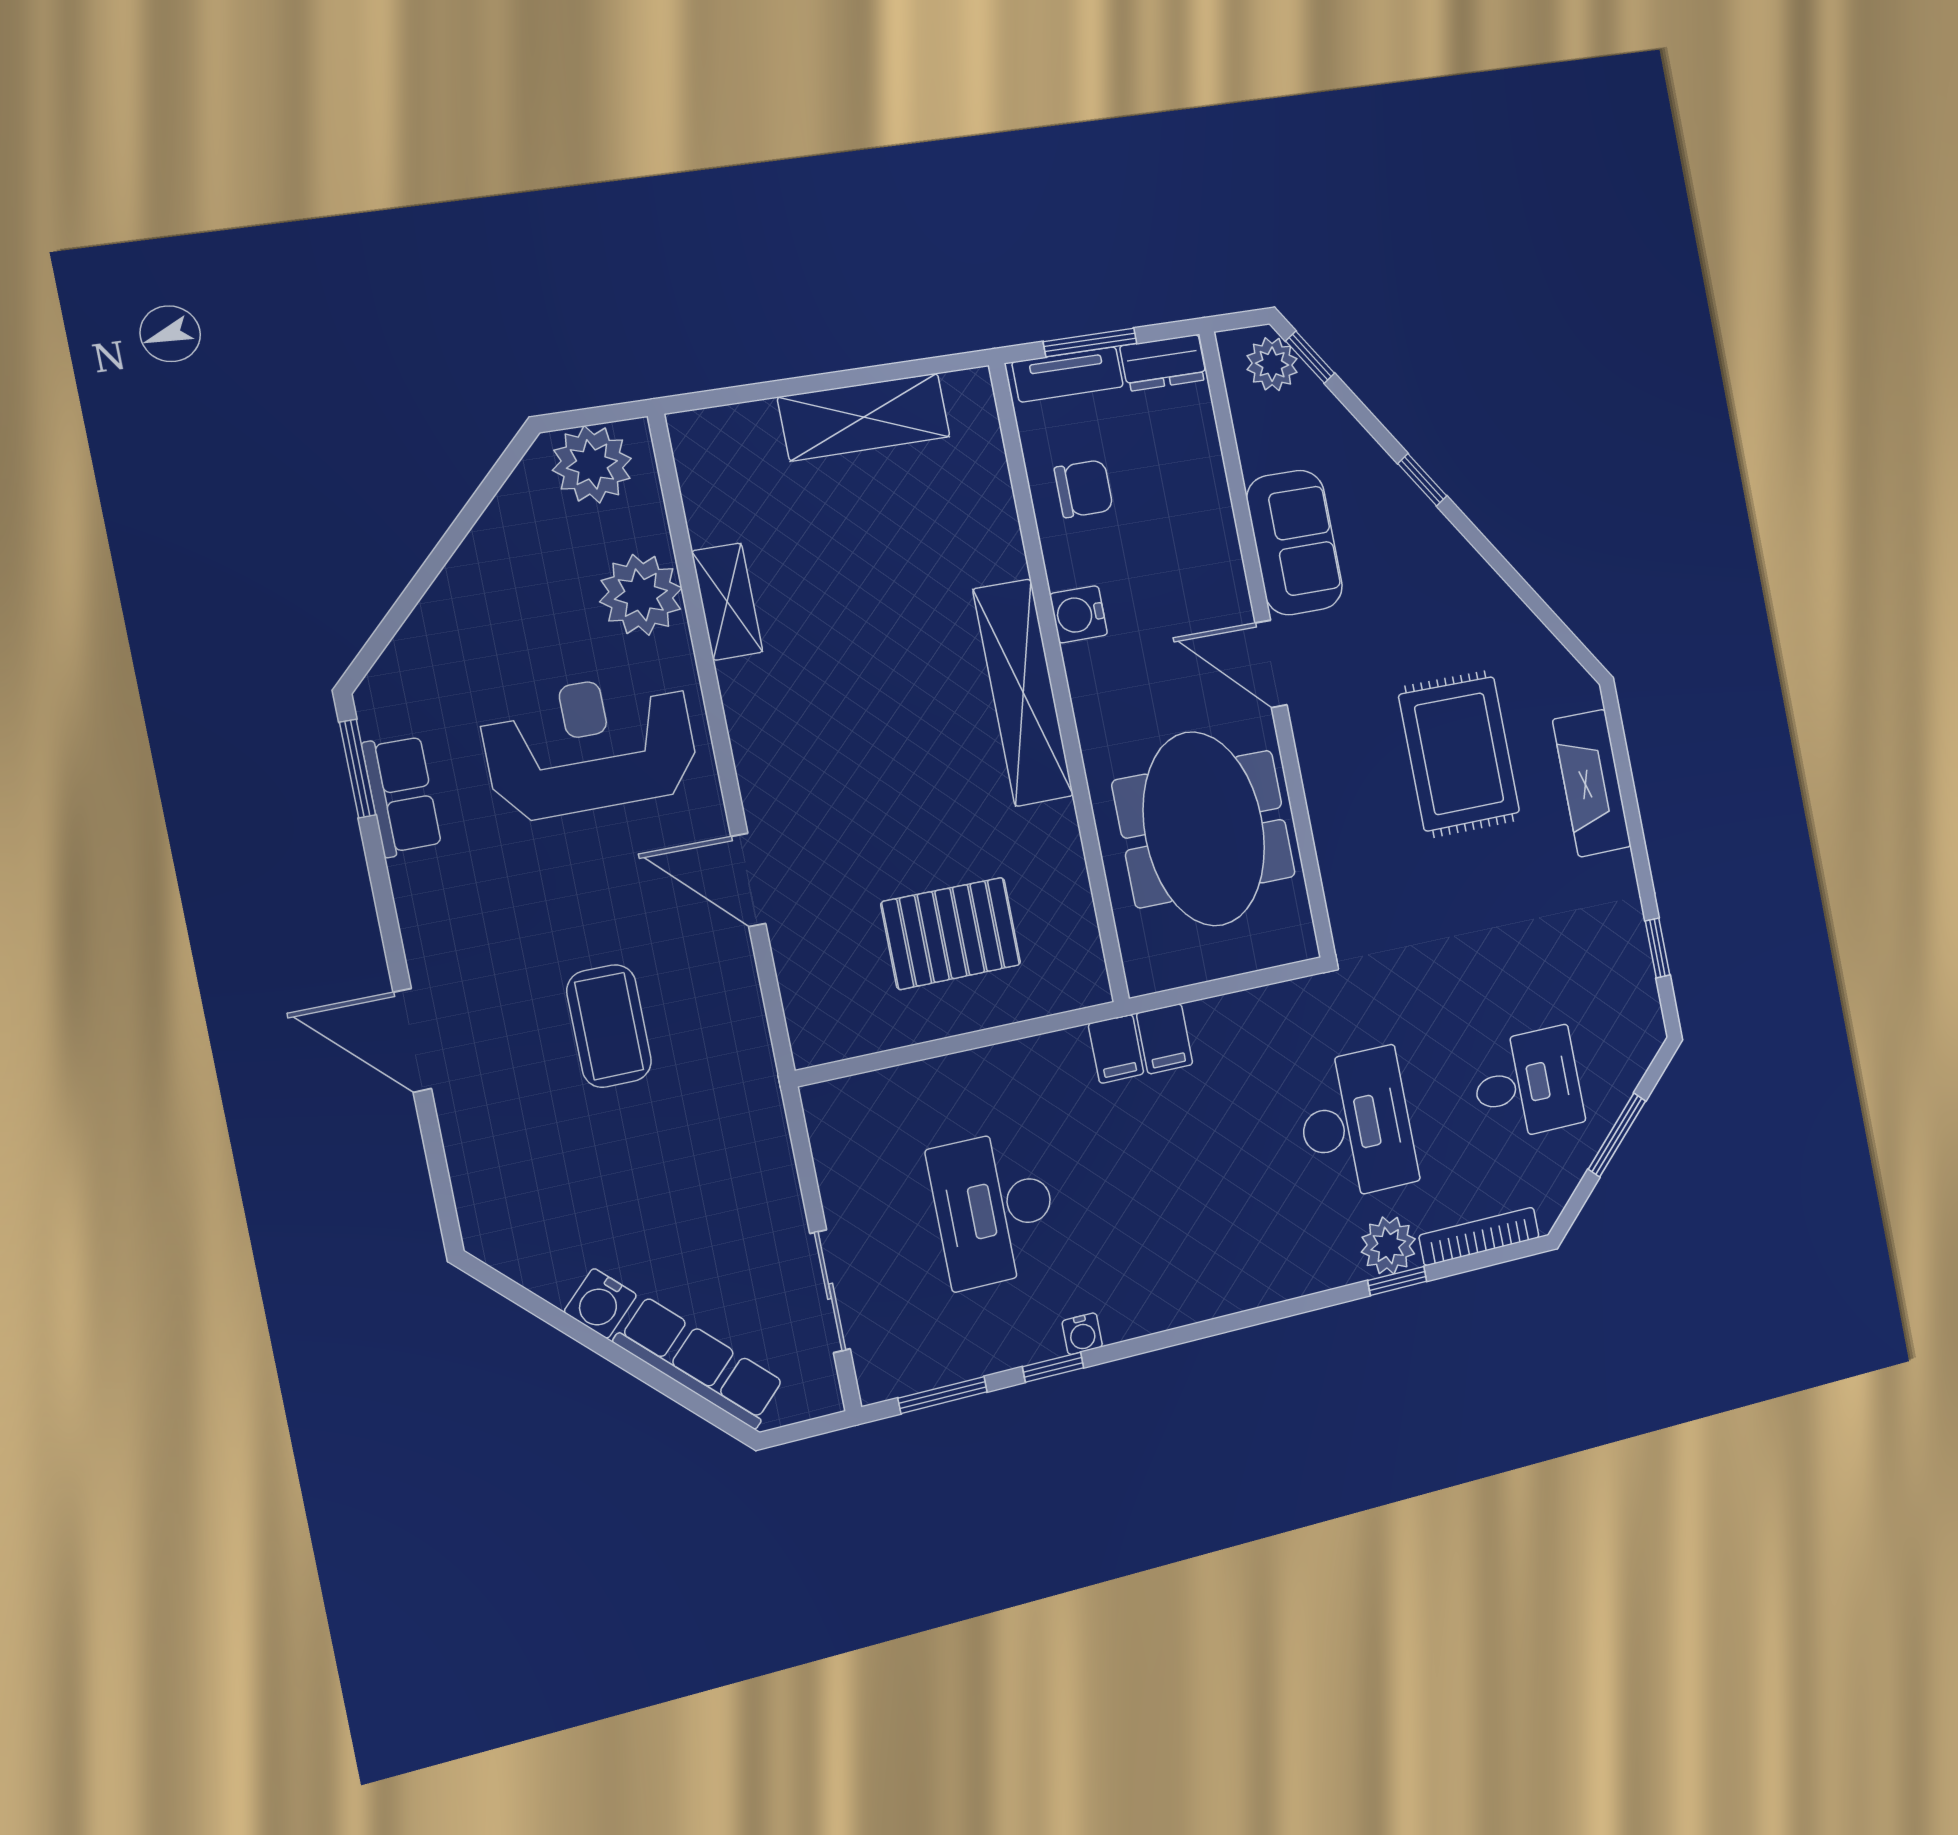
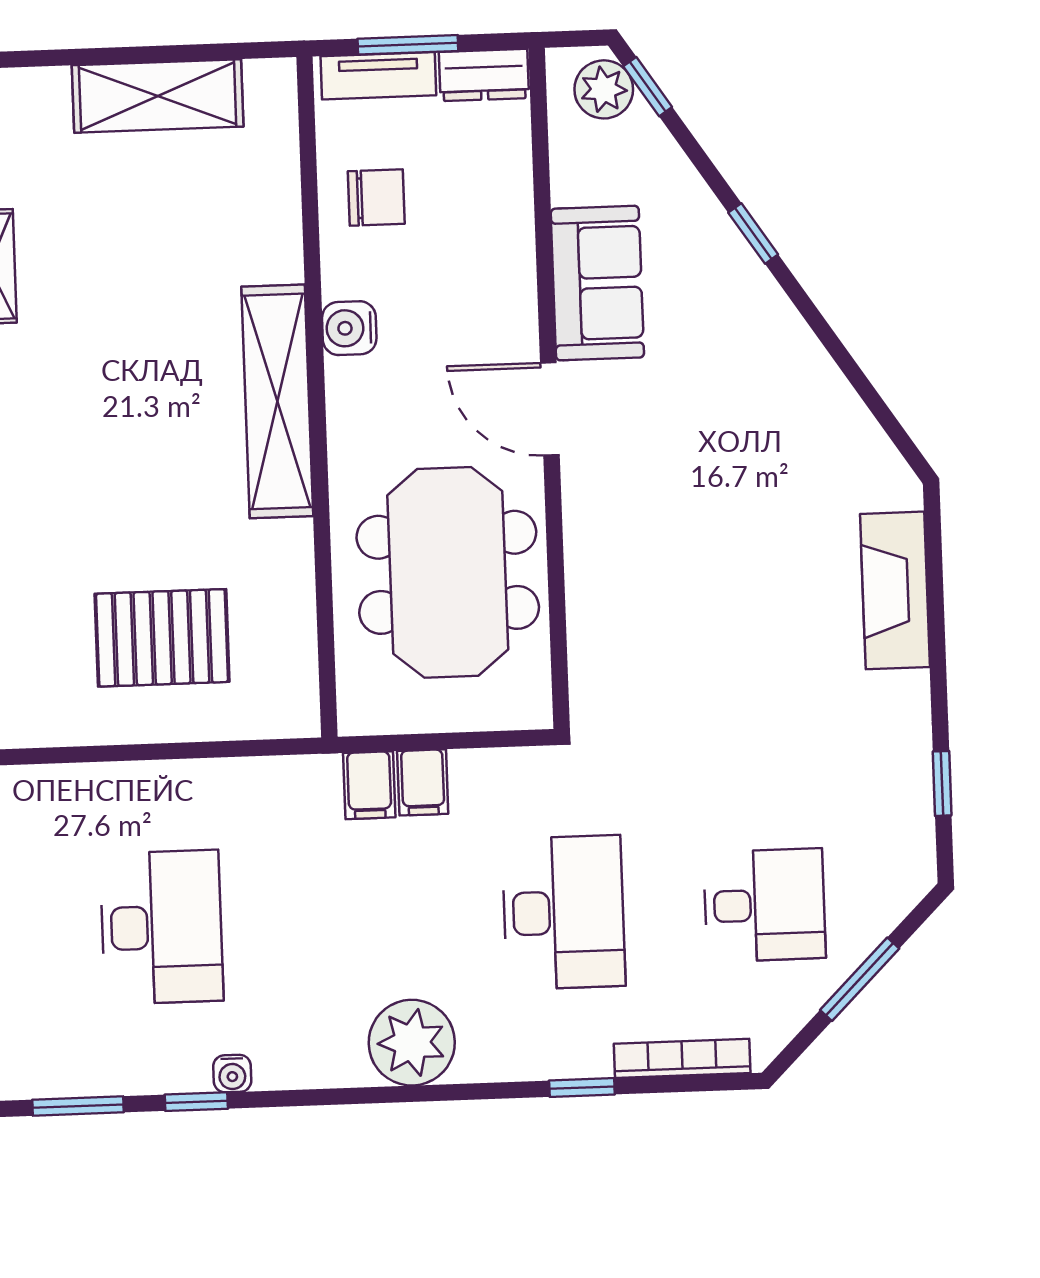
rug: (1459, 754) -> (746, 536), removed
filing cabinet: (1116, 1049) -> (423, 782), moved
desk: (994, 1209) -> (162, 927), turned 180
plant: (1388, 1246) -> (412, 1043), moved, width x1.36, depth x1.36

